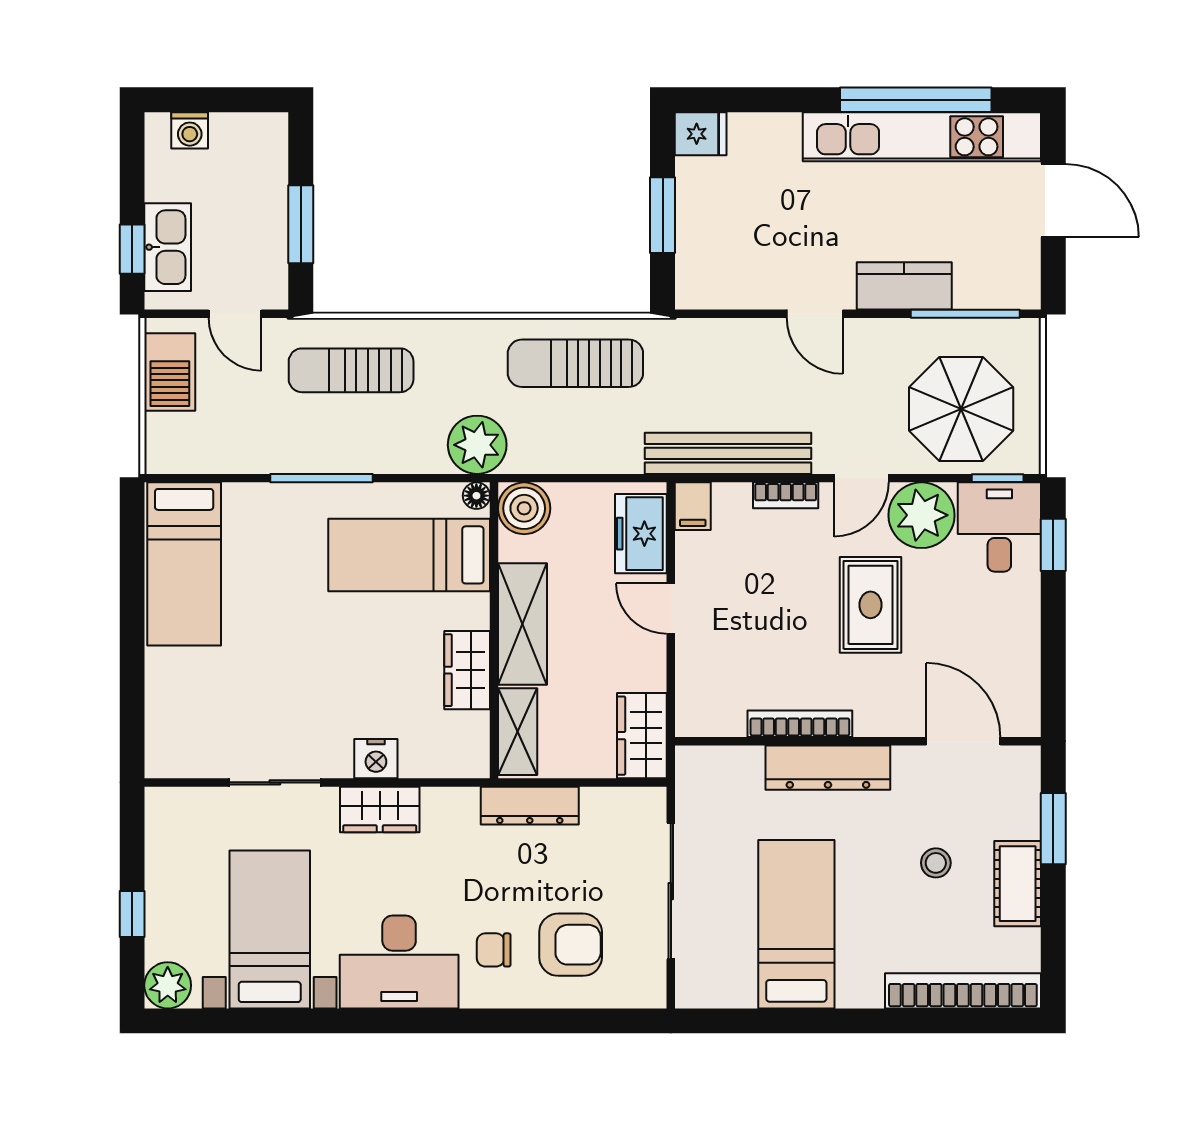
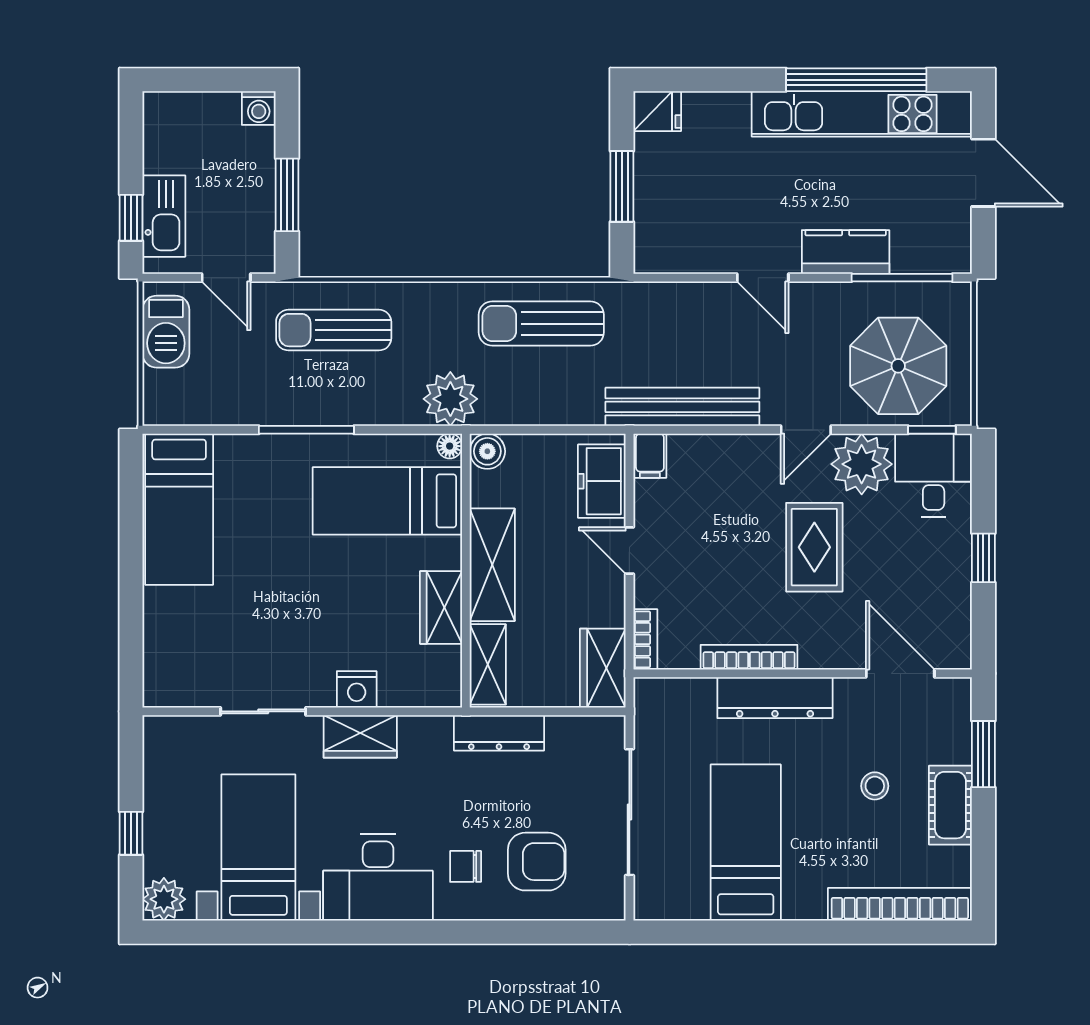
washing machine: (190, 130) -> (259, 108), moved
bookcase: (786, 495) -> (645, 639), moved, turned -90
boiler: (524, 508) -> (487, 451), width x0.73, depth x0.73
window: (1053, 545) -> (983, 558), moved

